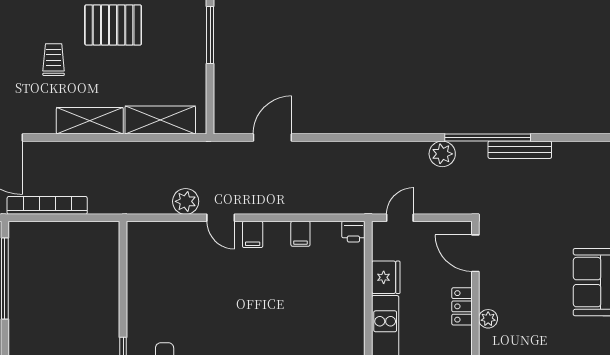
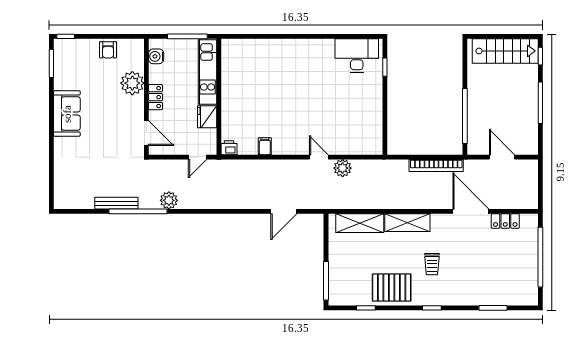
filing cabinet: (253, 234) -> (297, 146), removed
plant: (488, 319) -> (132, 83), width x1.88, depth x1.88

